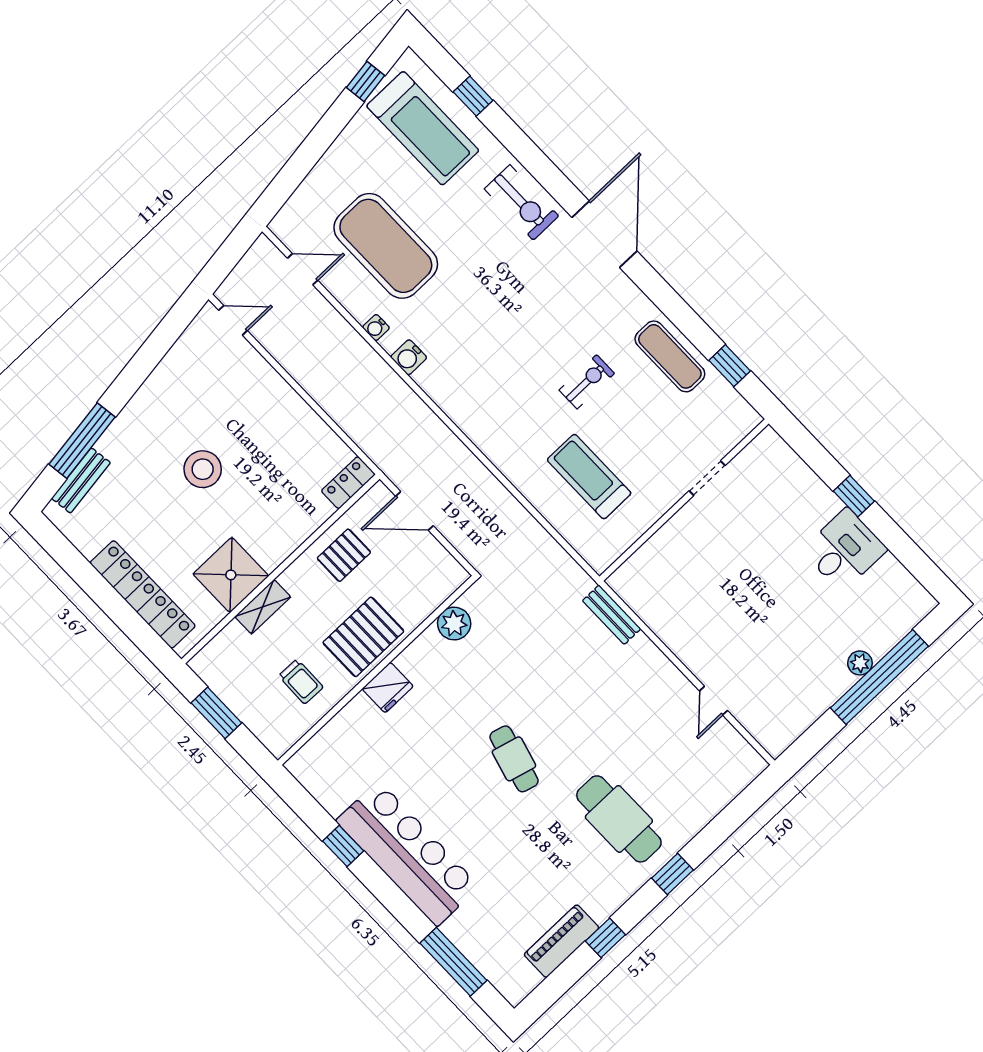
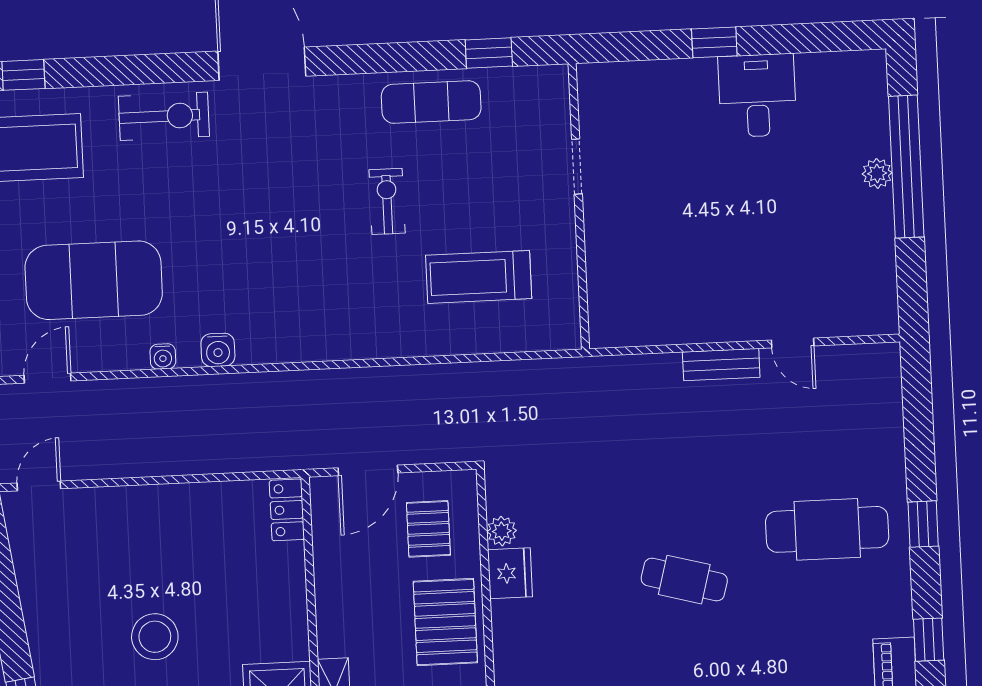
pallet: (344, 555) -> (428, 529), moved
bench: (612, 615) -> (721, 365), moved
plant: (454, 624) -> (502, 531), width x0.73, depth x0.73
fridge: (388, 688) -> (510, 573), moved

